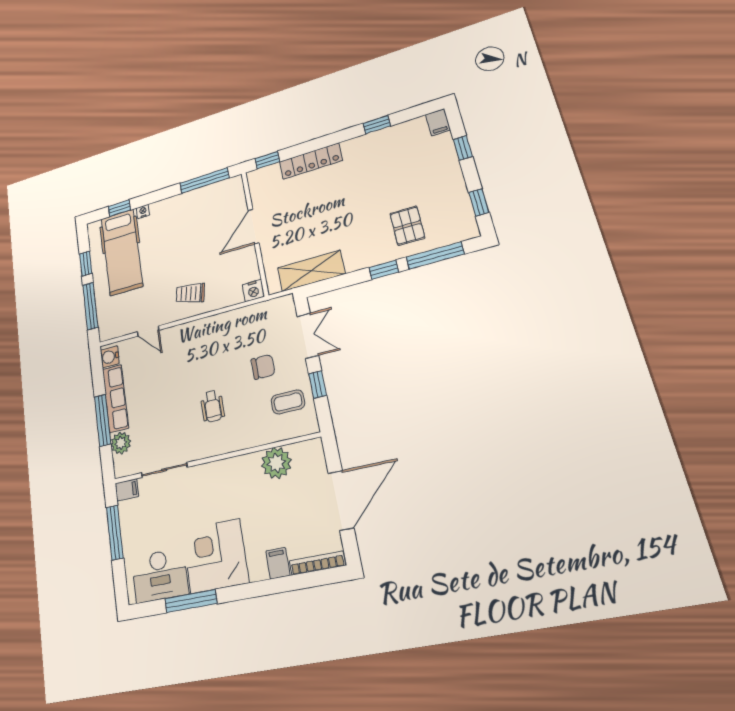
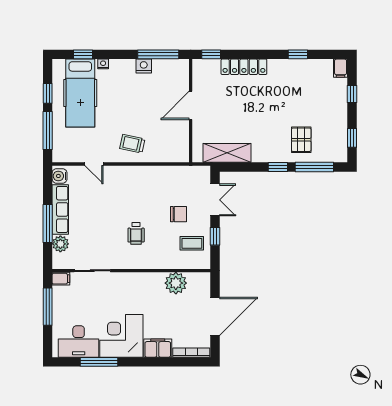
nightstand: (253, 291) -> (144, 66), moved, turned 180
filing cabinet: (278, 563) -> (158, 348), width x2.00

